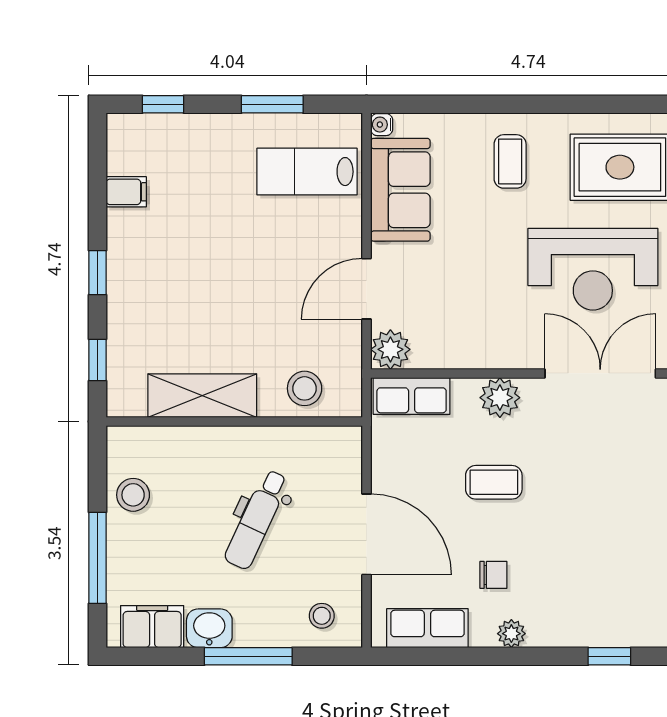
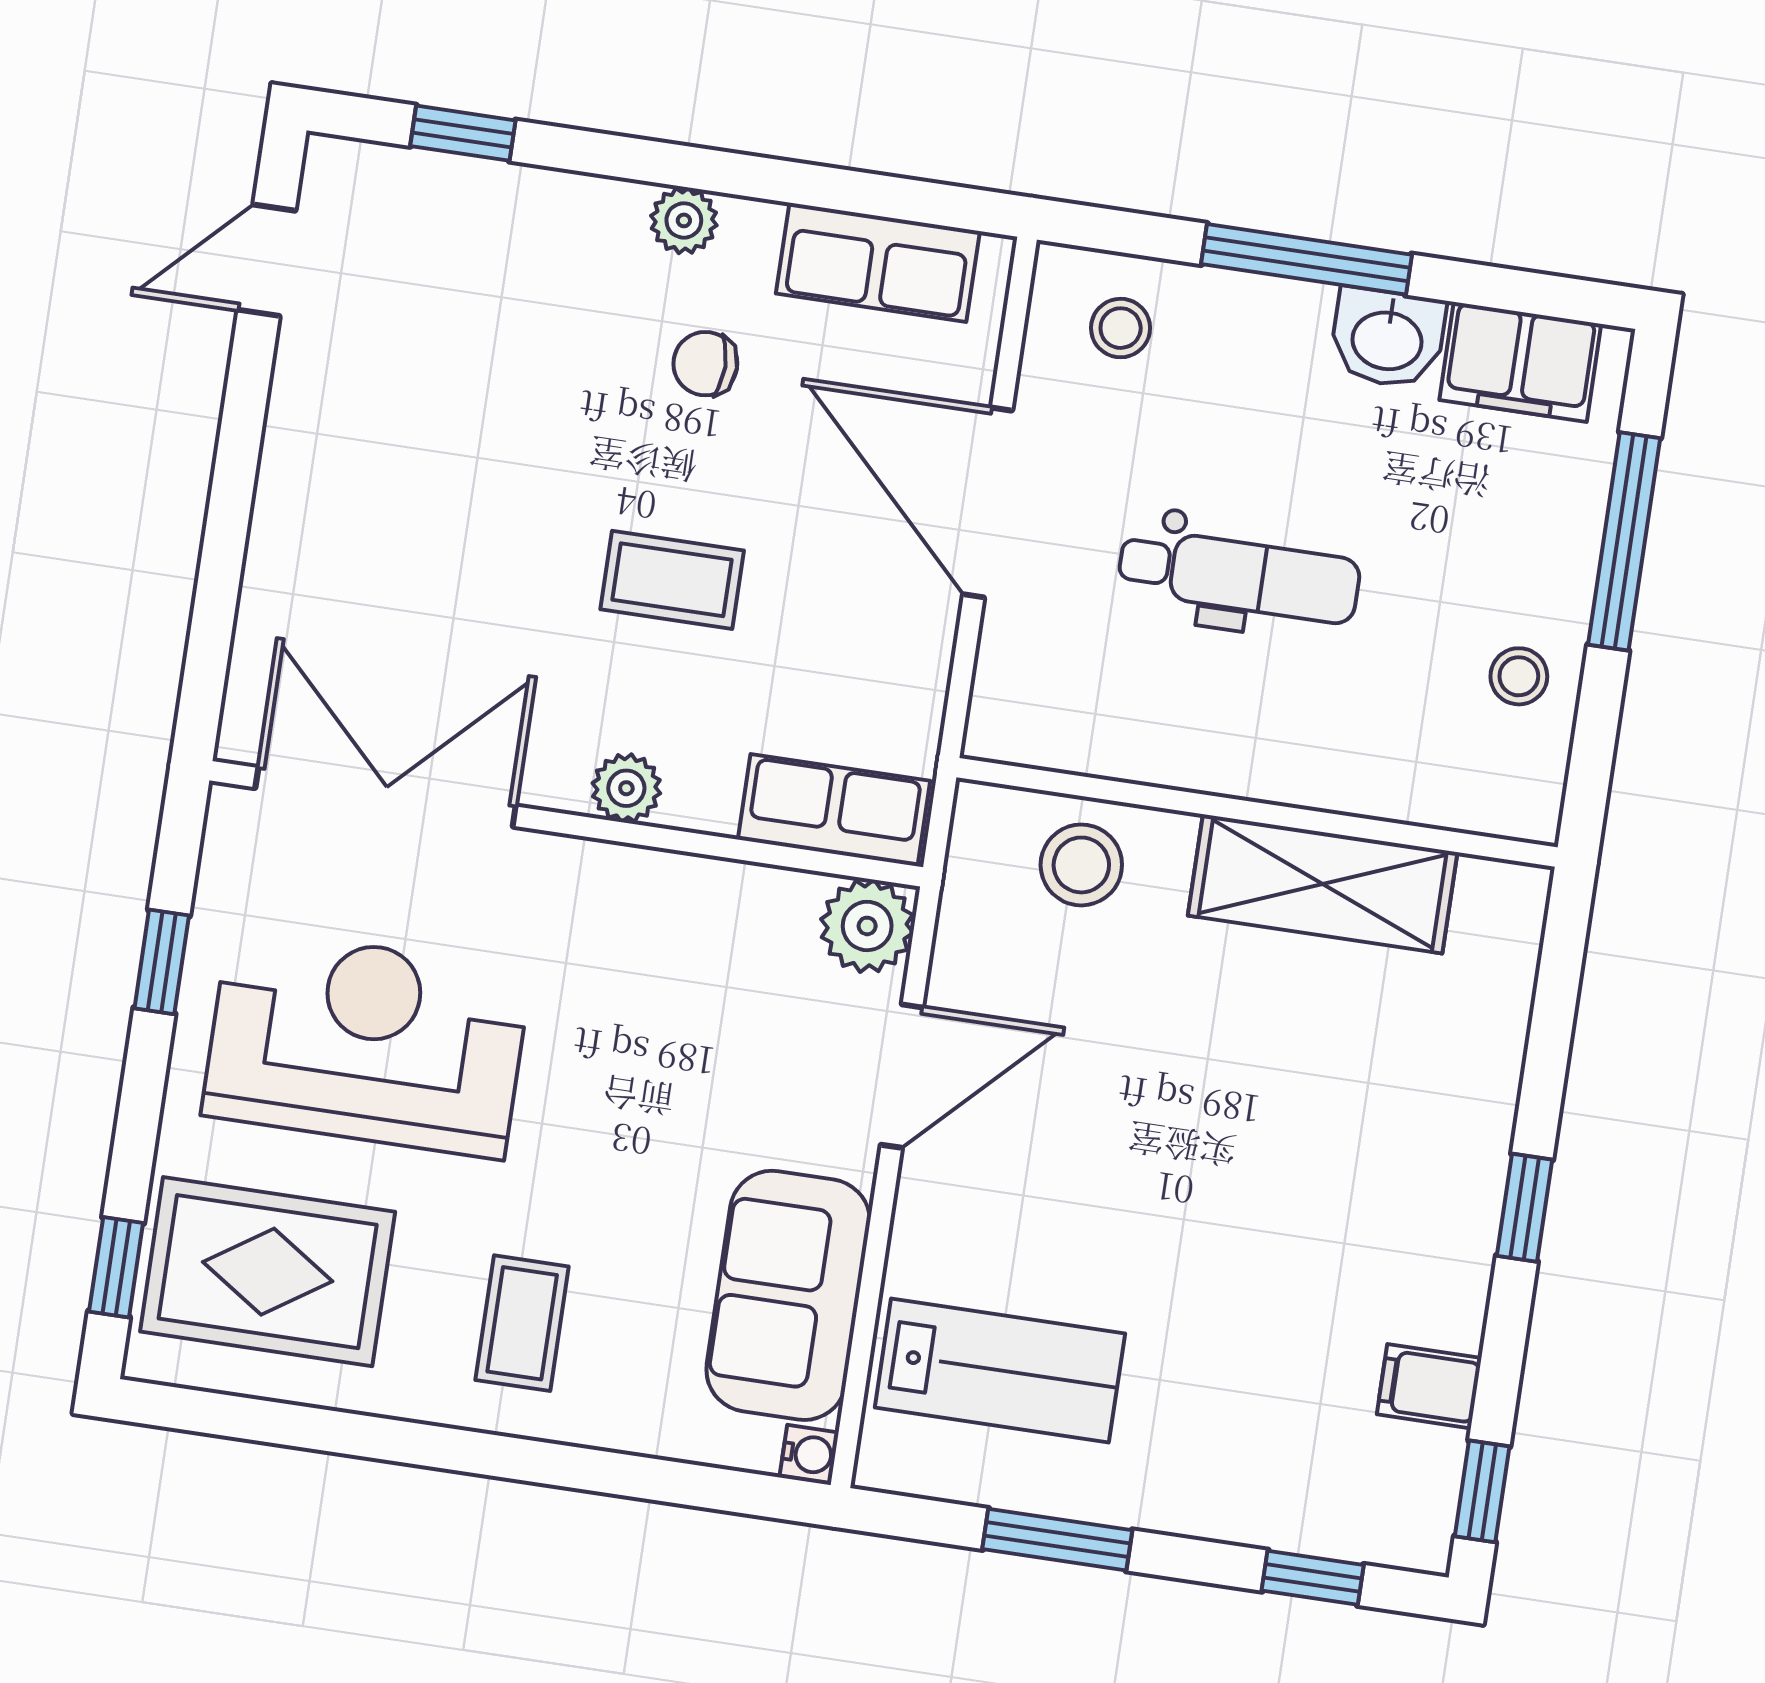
window: (97, 360) -> (1482, 1491), moved
double door: (600, 373) -> (386, 797), swing flipped
plant: (500, 398) -> (626, 788), width x0.73, depth x0.73
stool: (133, 495) -> (1519, 676), width x0.73, depth x0.73
dental chair: (257, 519) -> (1239, 576), turned 65

